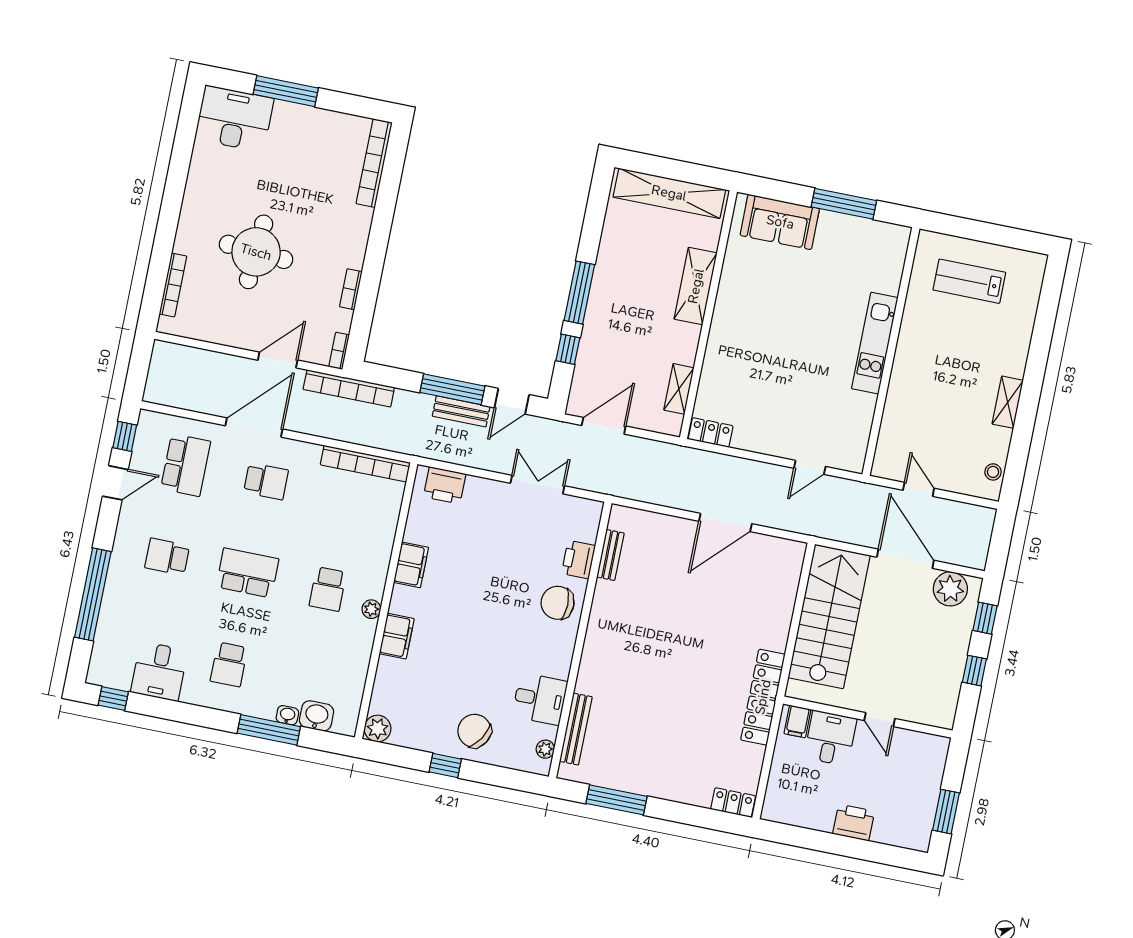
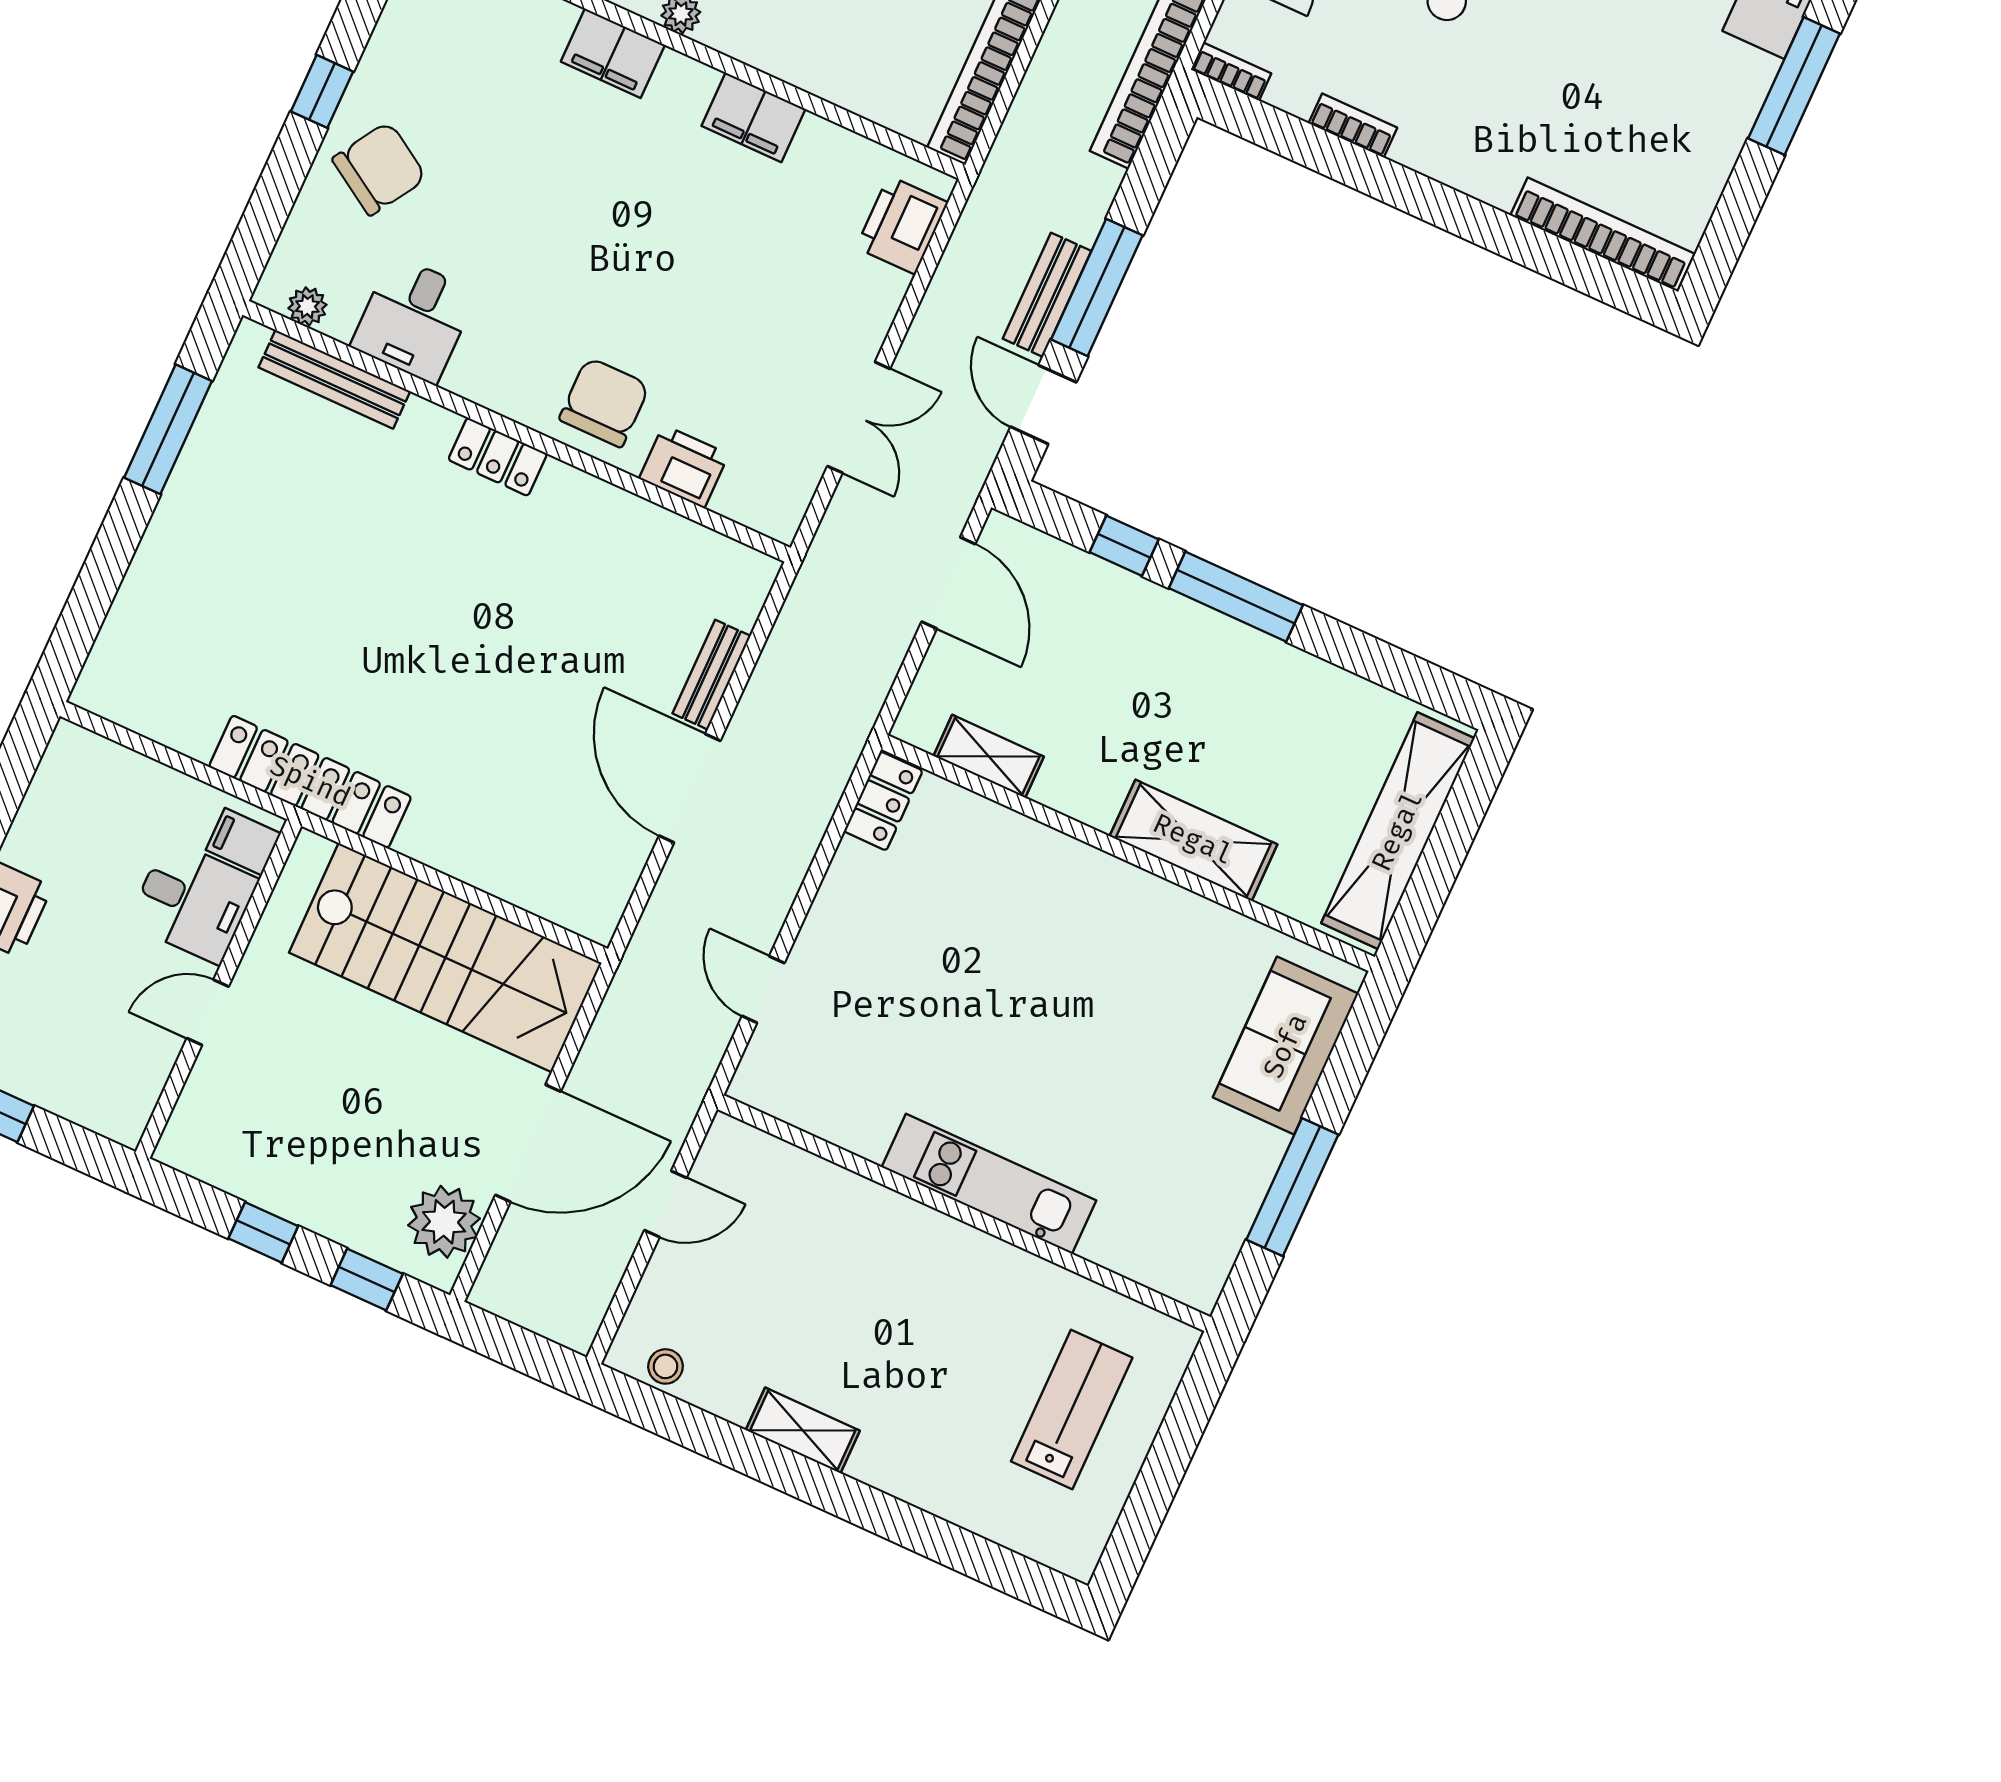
bench: (610, 555) -> (712, 675), moved, turned 90
locker: (733, 803) -> (498, 457), moved, turned 90

